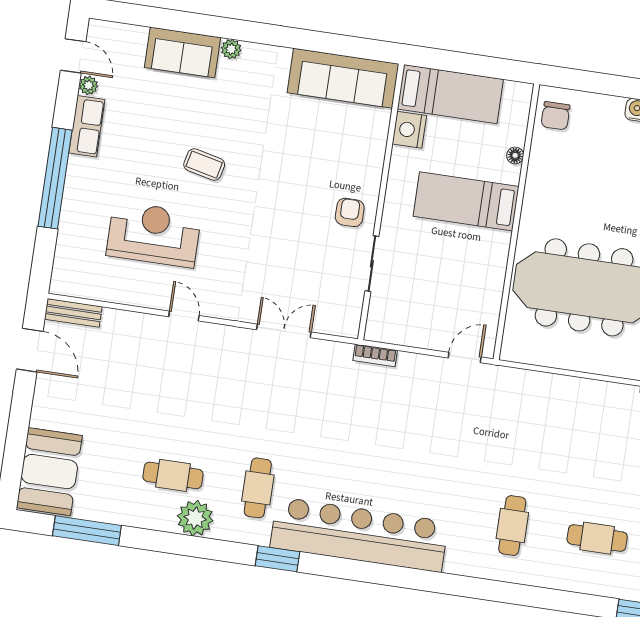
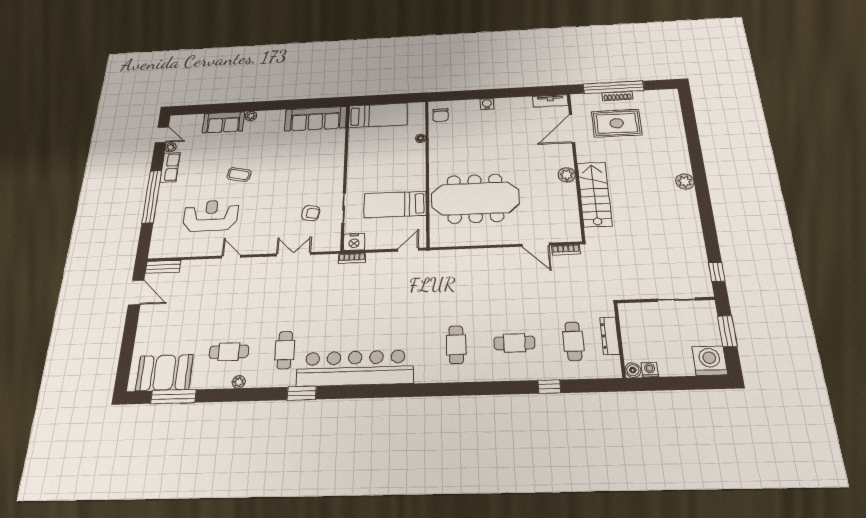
nightstand: (409, 130) -> (354, 242), moved, turned -90
bed: (466, 201) -> (395, 204), moved
armchair: (350, 212) -> (311, 213), moved, turned 100
booth: (49, 472) -> (164, 373), moved, turned 90
plant: (195, 518) -> (239, 382), width x0.53, depth x0.53

